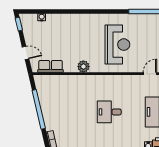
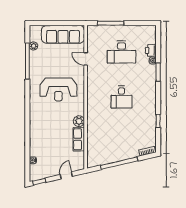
reception desk: (117, 45) -> (58, 89), turned 180
row of seats: (51, 66) -> (79, 139), moved

